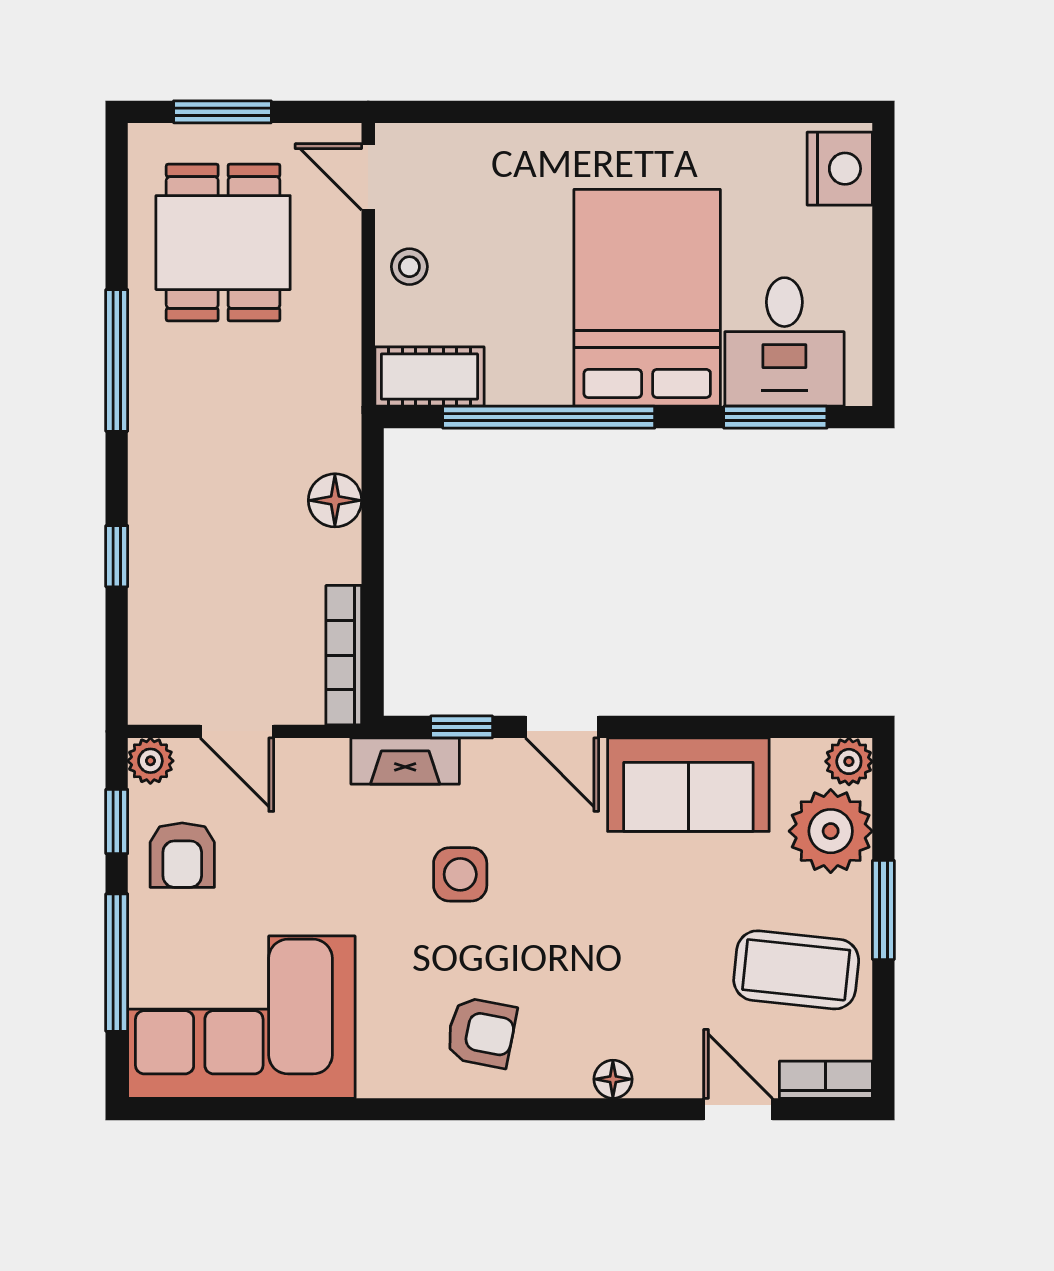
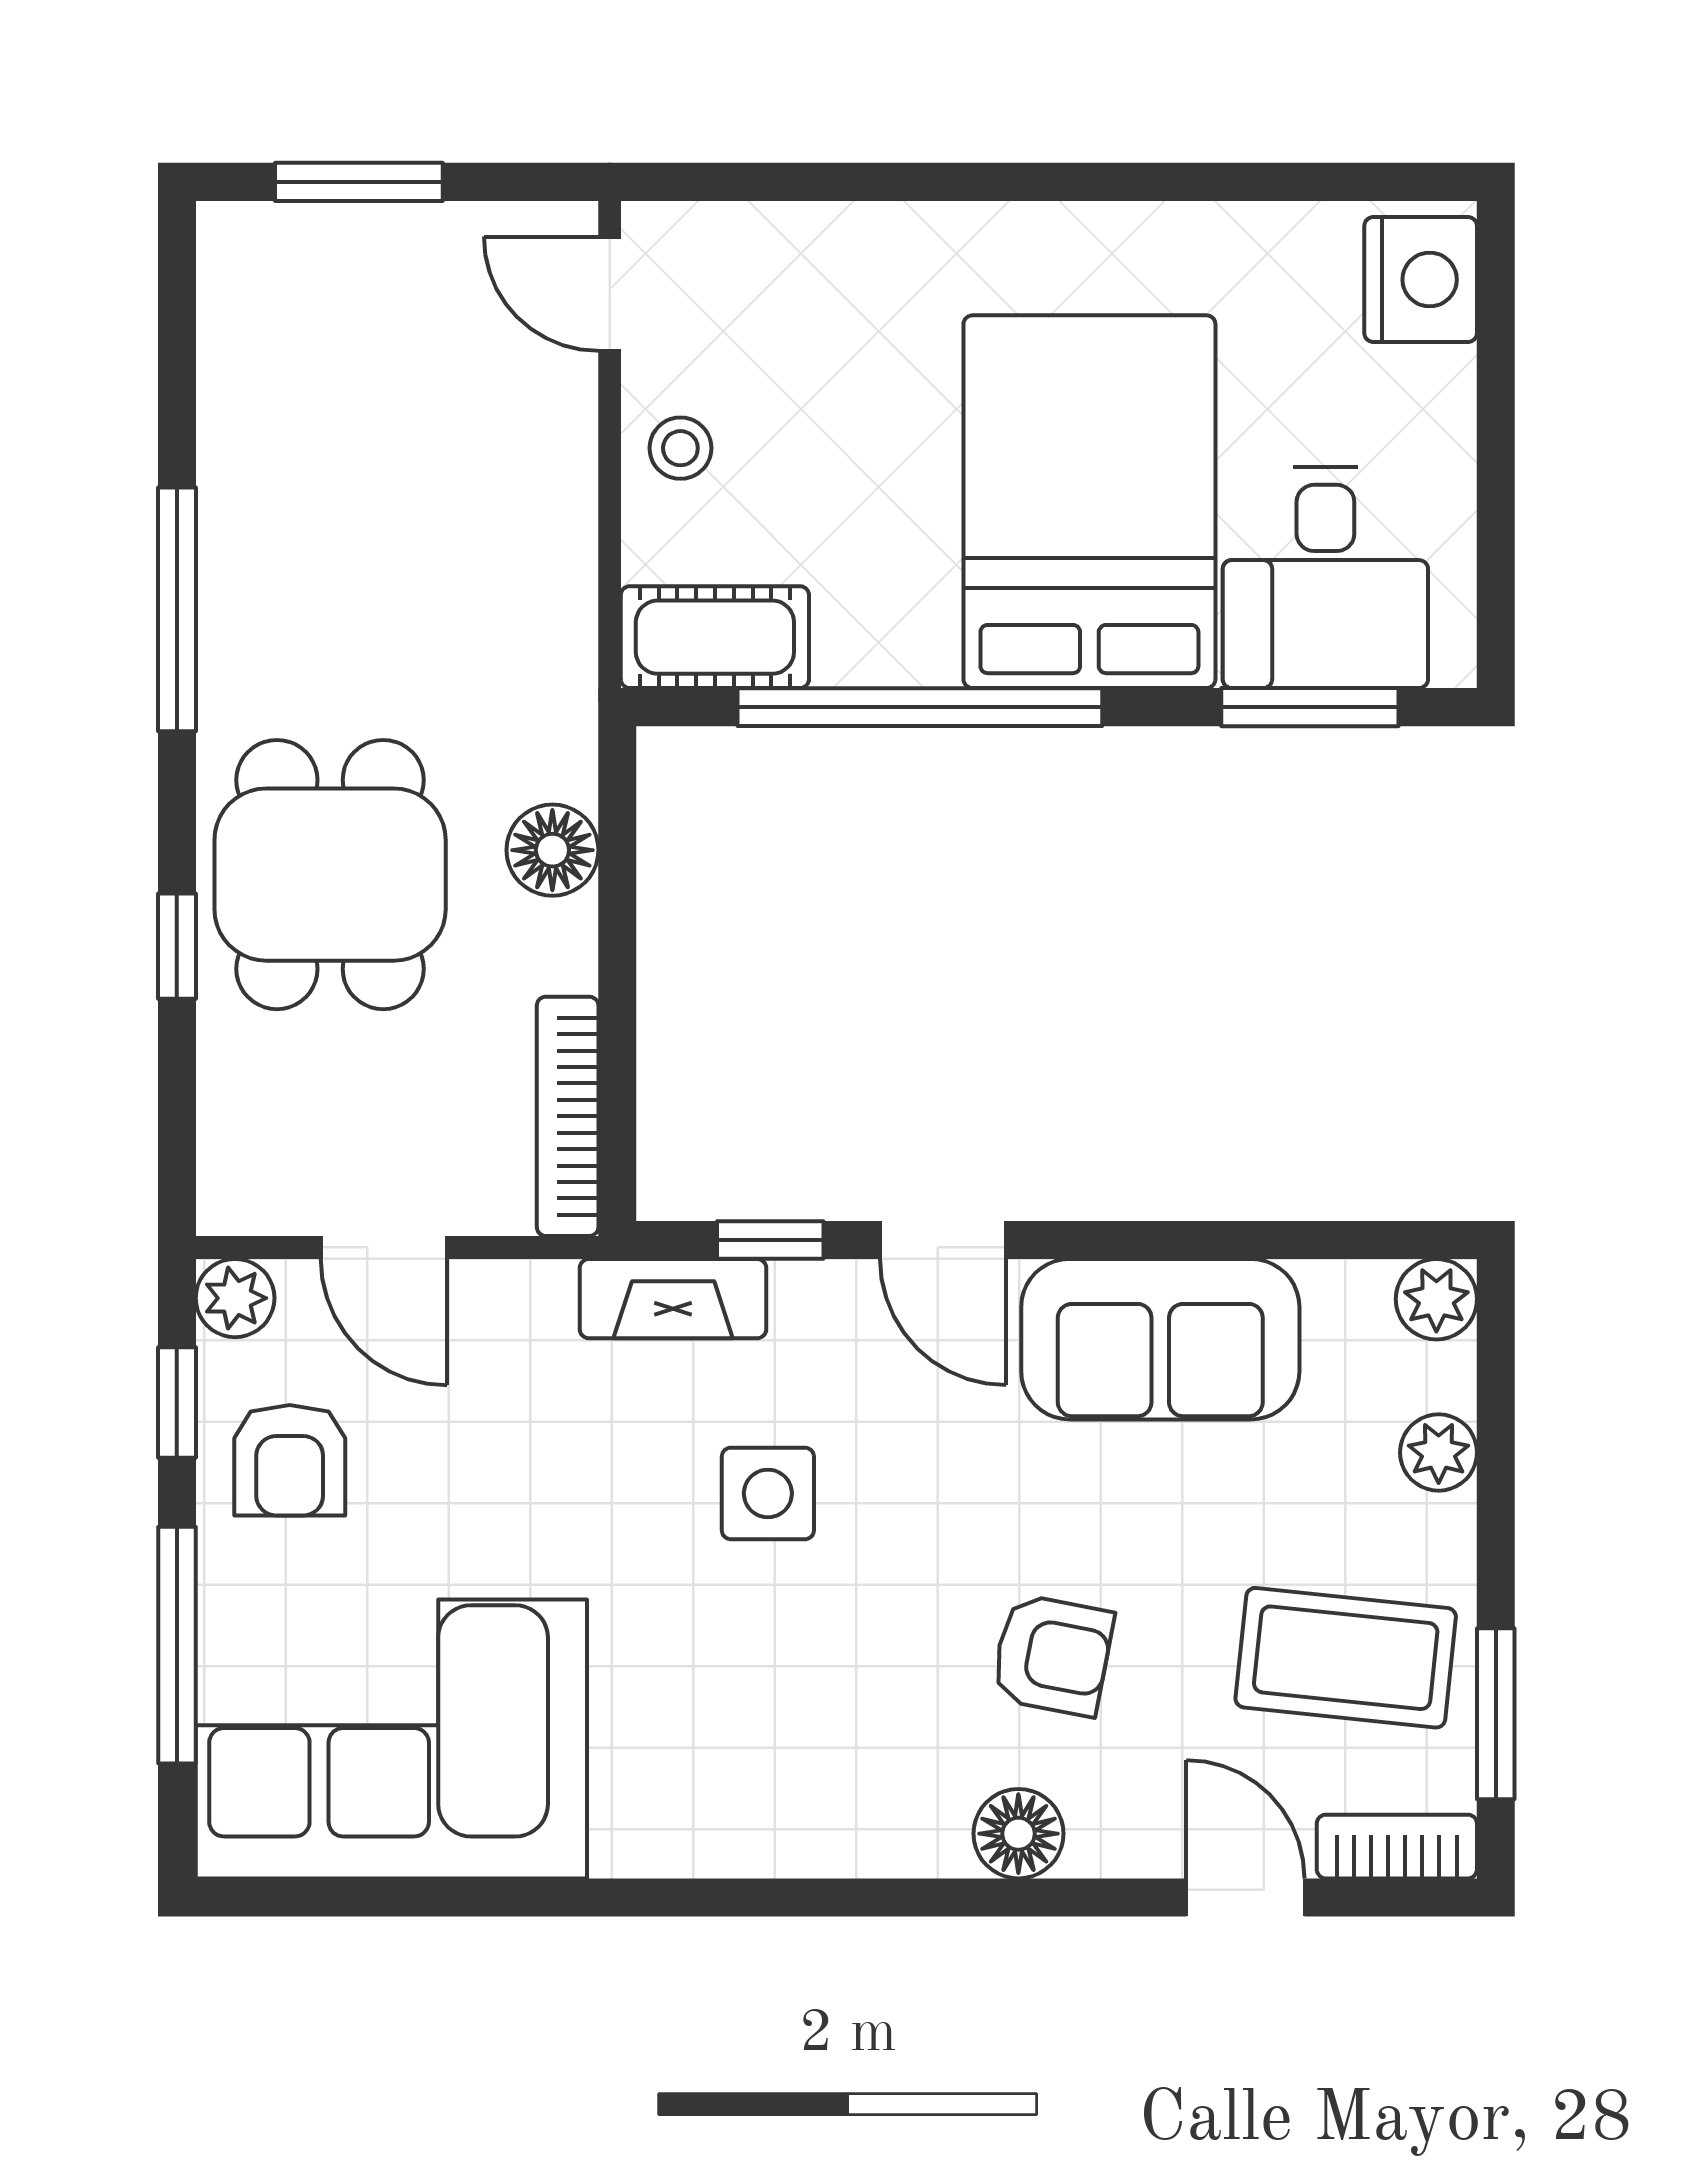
dining table: (223, 243) -> (330, 875), moved
plant: (831, 831) -> (1439, 1453), width x0.53, depth x0.53
window: (883, 910) -> (1496, 1714), moved
armchair: (481, 1032) -> (1052, 1655), moved
floor lamp: (613, 1079) -> (1018, 1834), width x1.37, depth x1.37

